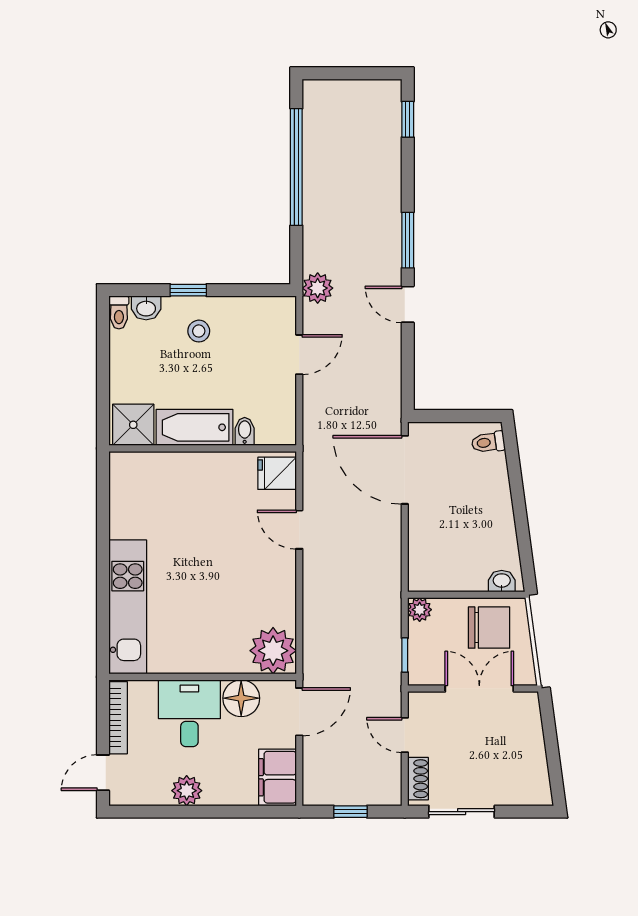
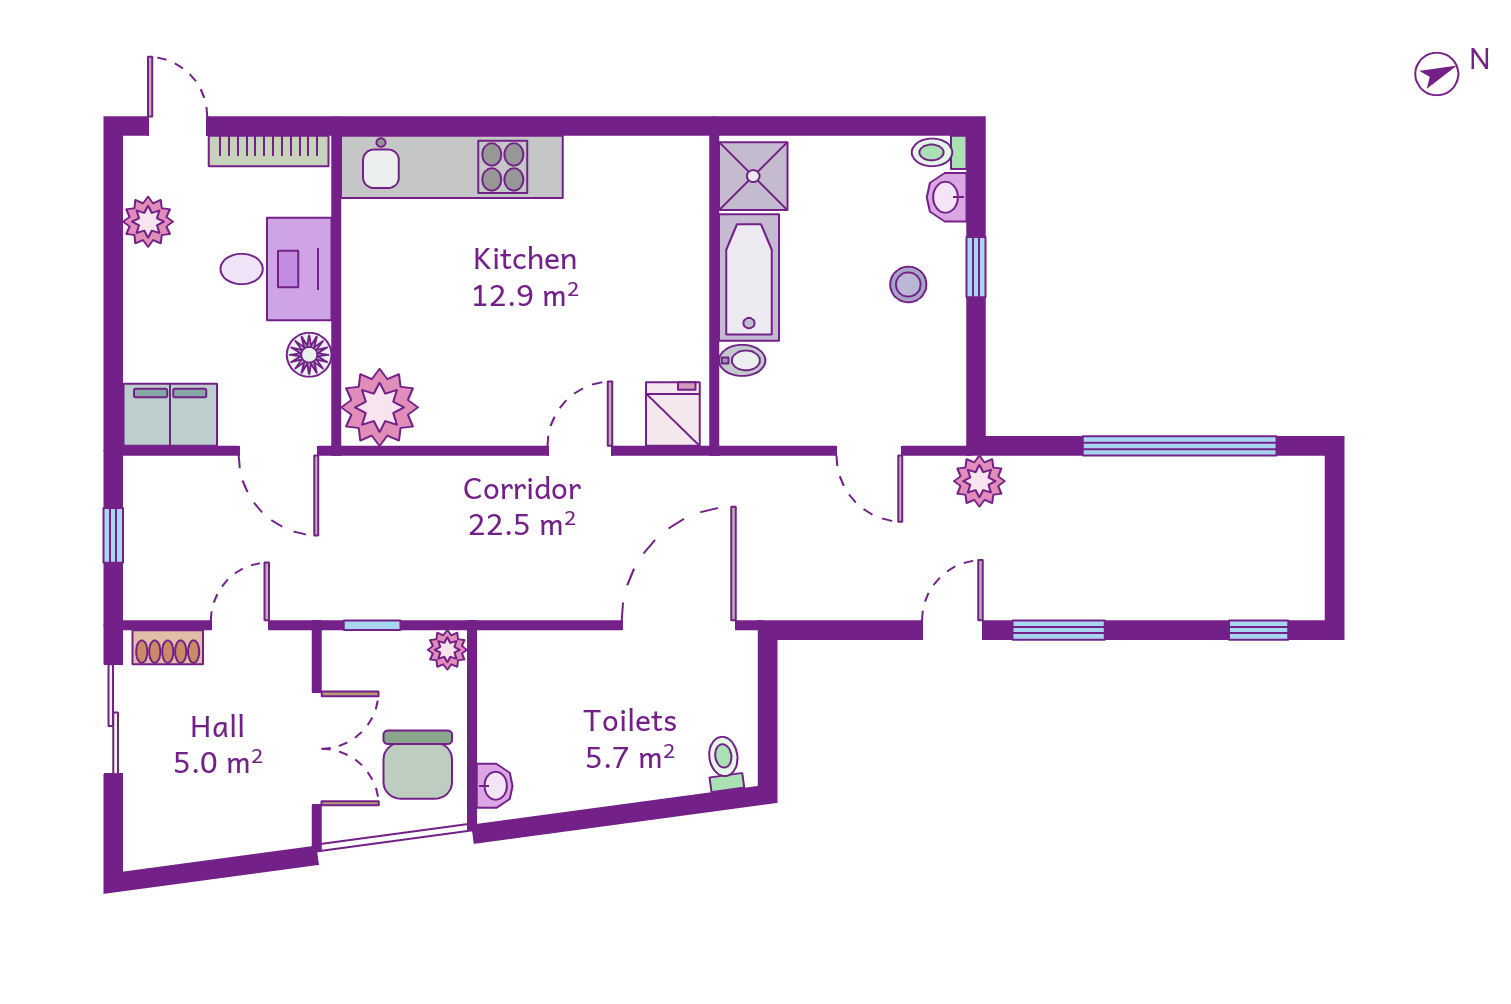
floor lamp: (241, 698) -> (309, 355), width x0.73, depth x0.73
plant: (187, 791) -> (148, 222), moved

